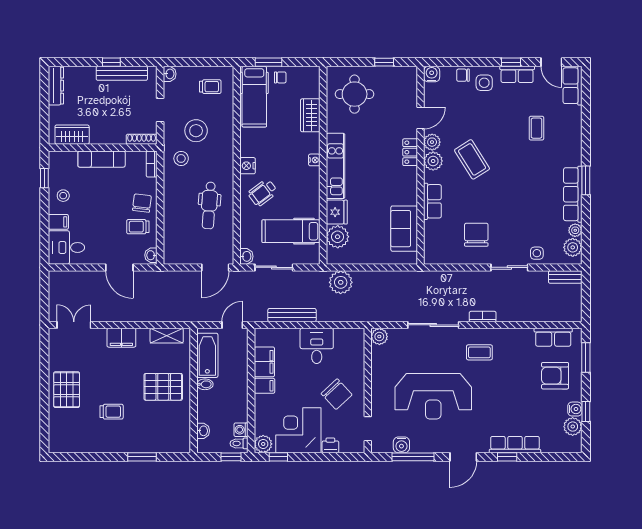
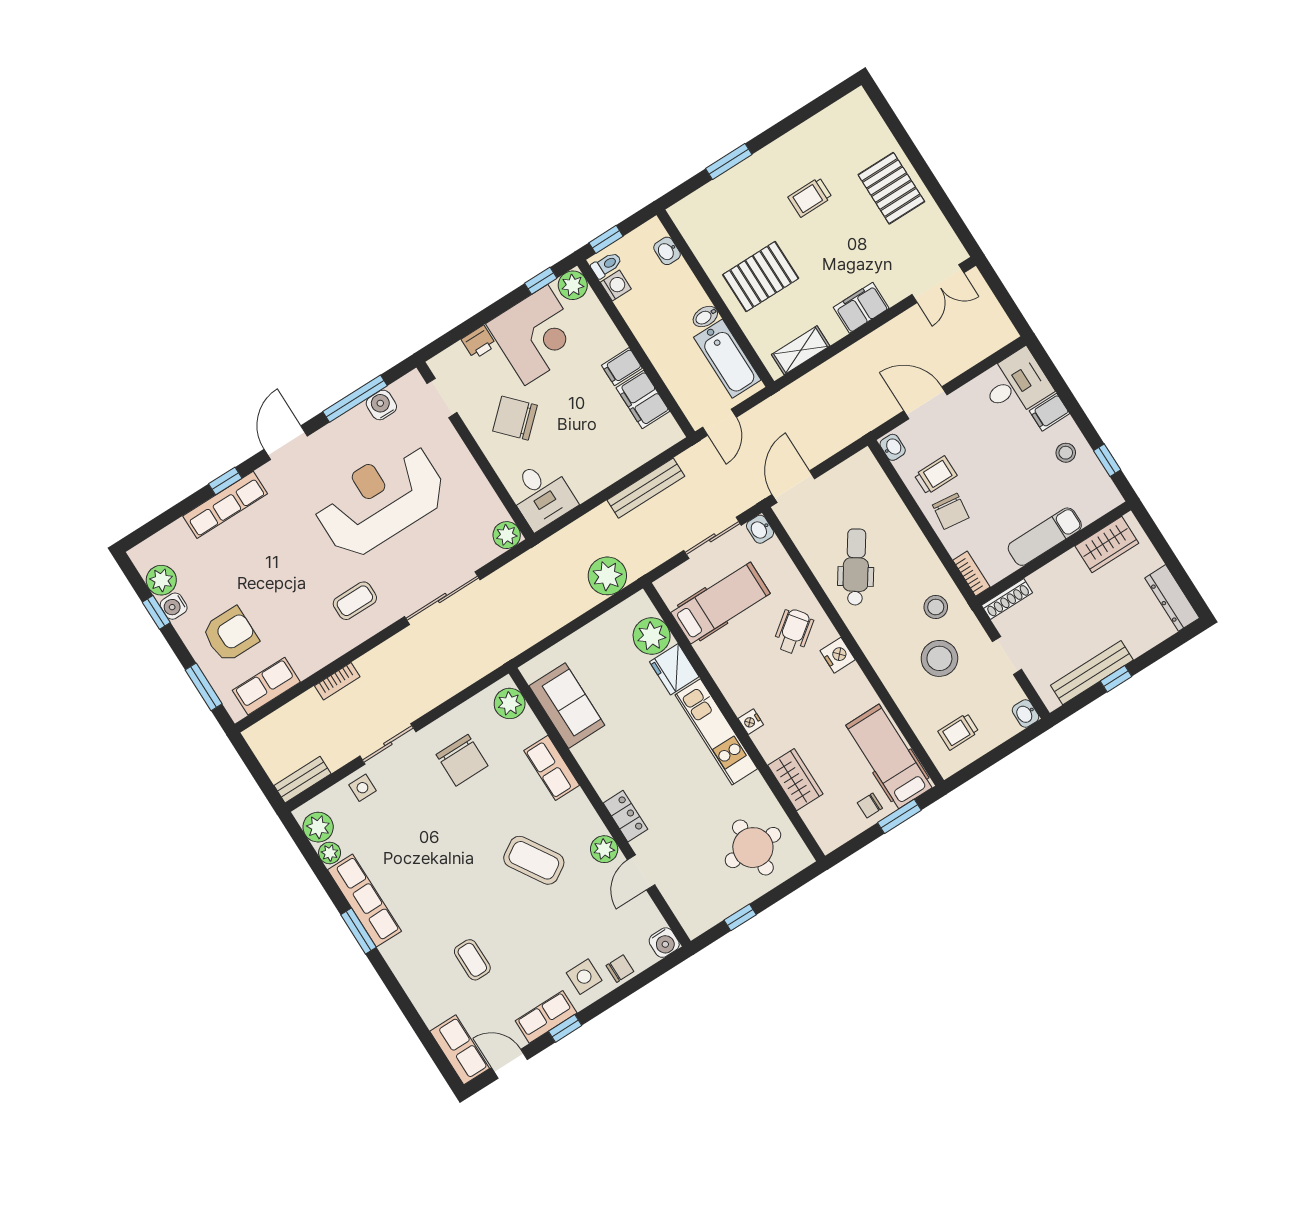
plant: (433, 161) -> (510, 703), moved
dental chair: (209, 205) -> (856, 567), turned 30
bookcase: (483, 316) -> (337, 681), moved
desk: (317, 346) -> (541, 495), moved

